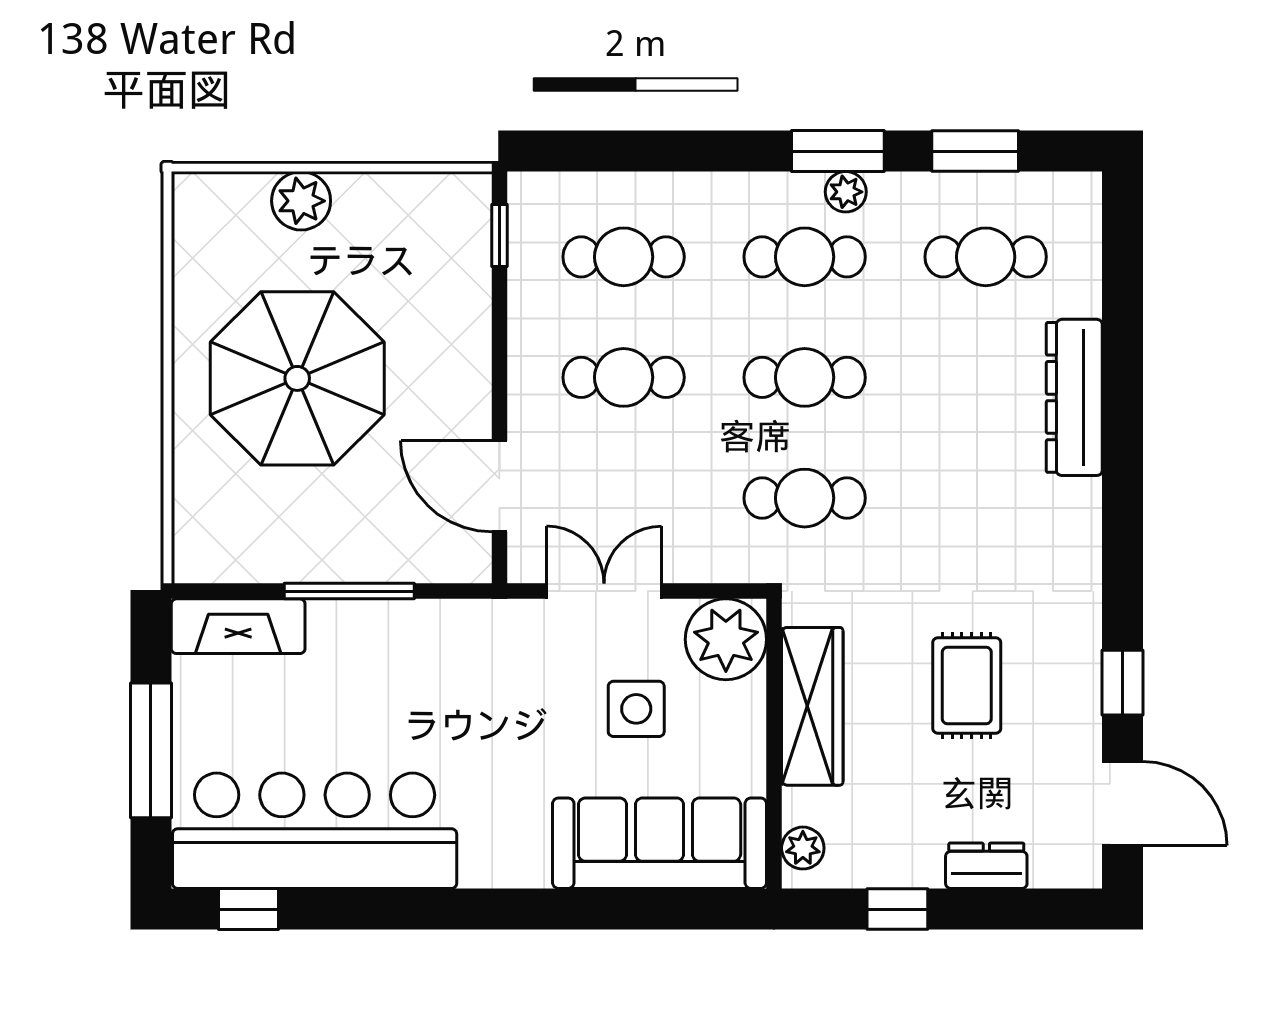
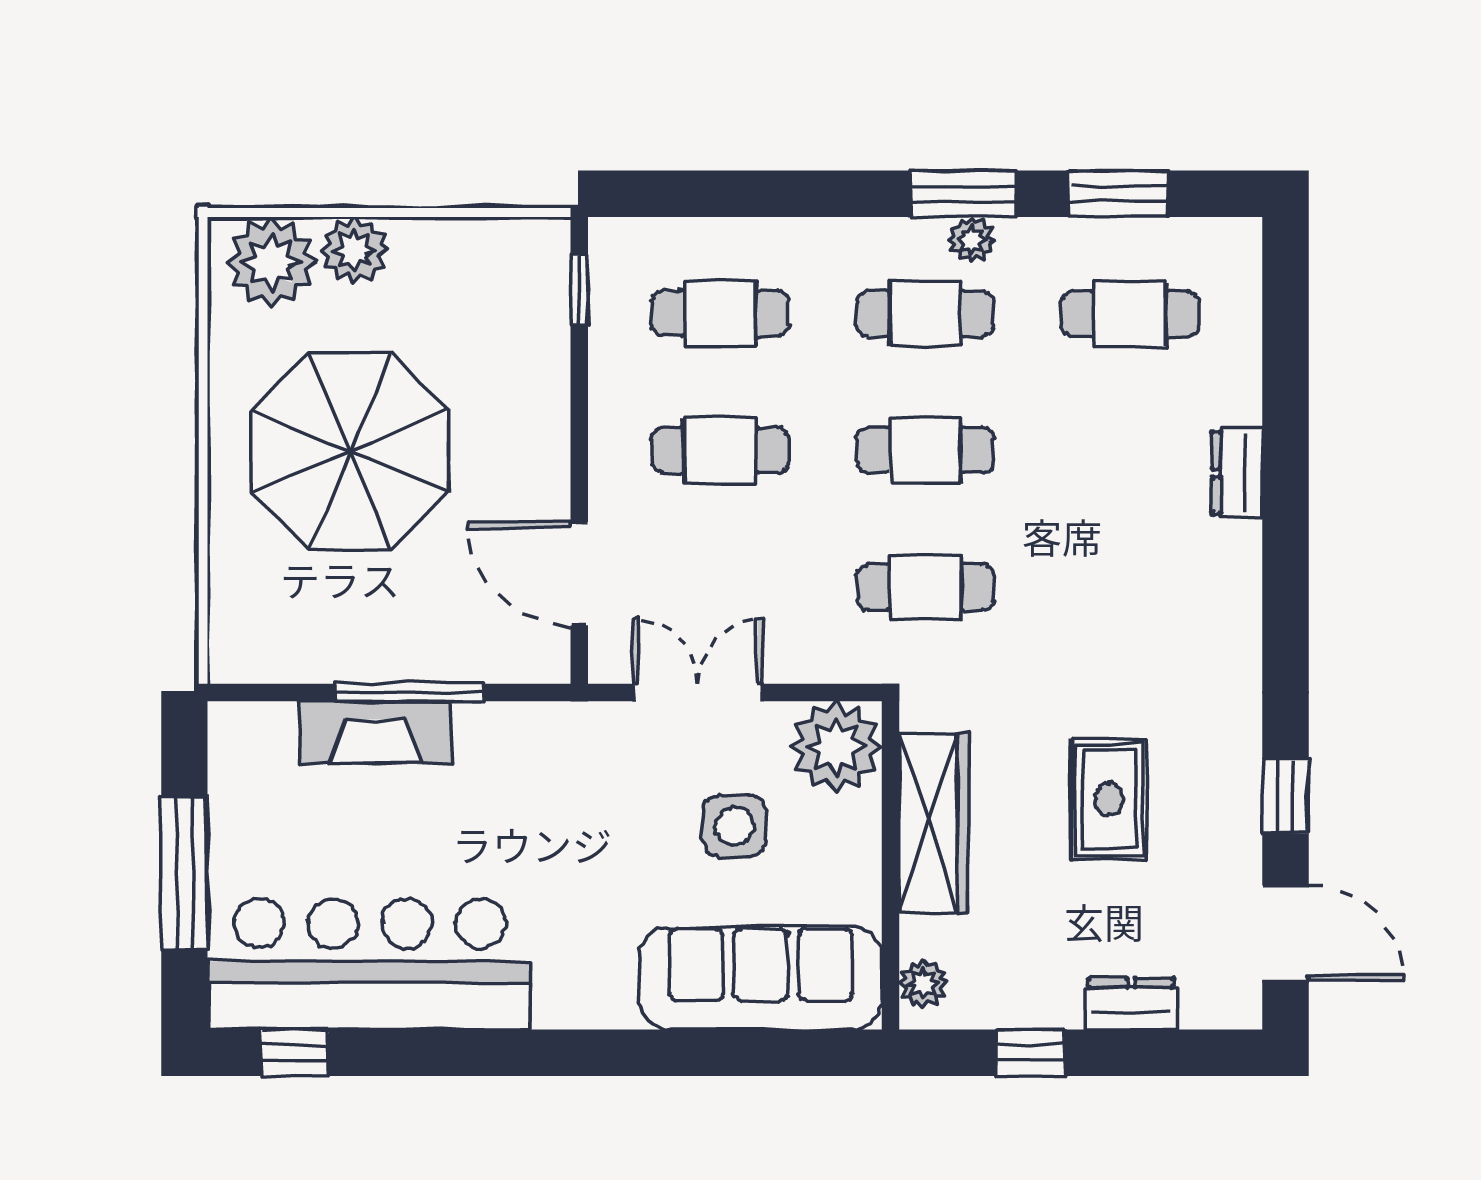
plant: (228, 211) -> (272, 262), added
dresser: (1074, 397) -> (1237, 473), width x0.51, depth x0.80
fireplace: (238, 626) -> (375, 732), moved

